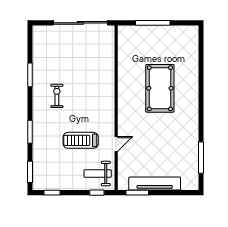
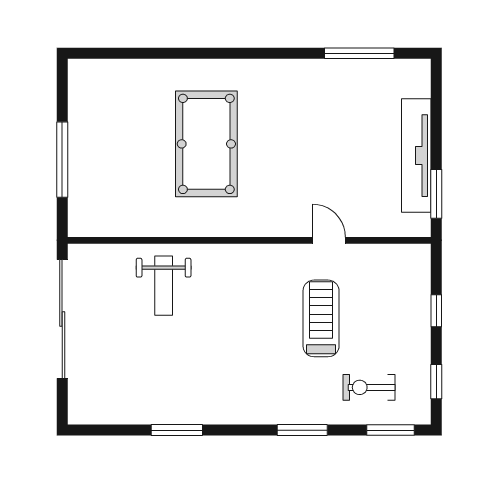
pool table: (160, 88) -> (206, 144), turned 90
exercise bike: (57, 96) -> (369, 387), moved
treadmill: (81, 140) -> (321, 318), turned 180
weight bench: (98, 174) -> (164, 286), moved
window: (97, 193) -> (436, 311), moved

